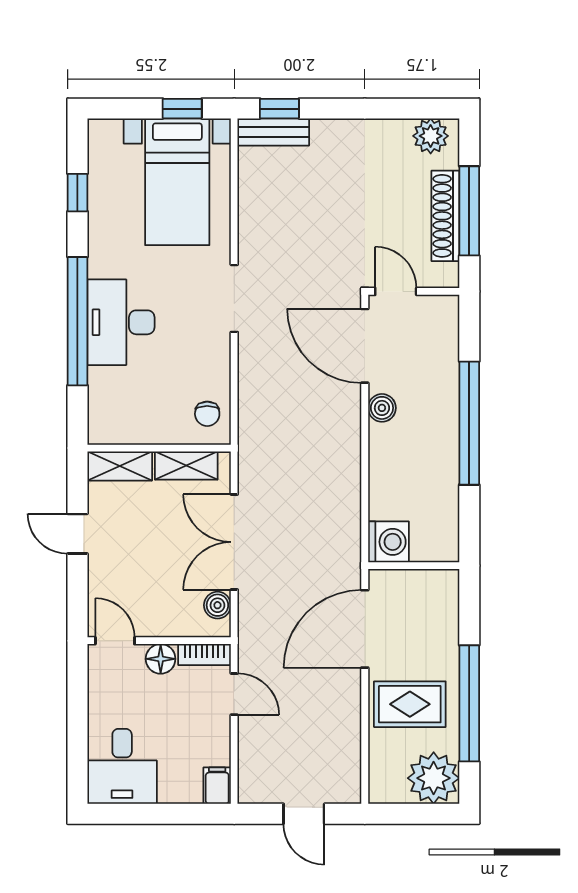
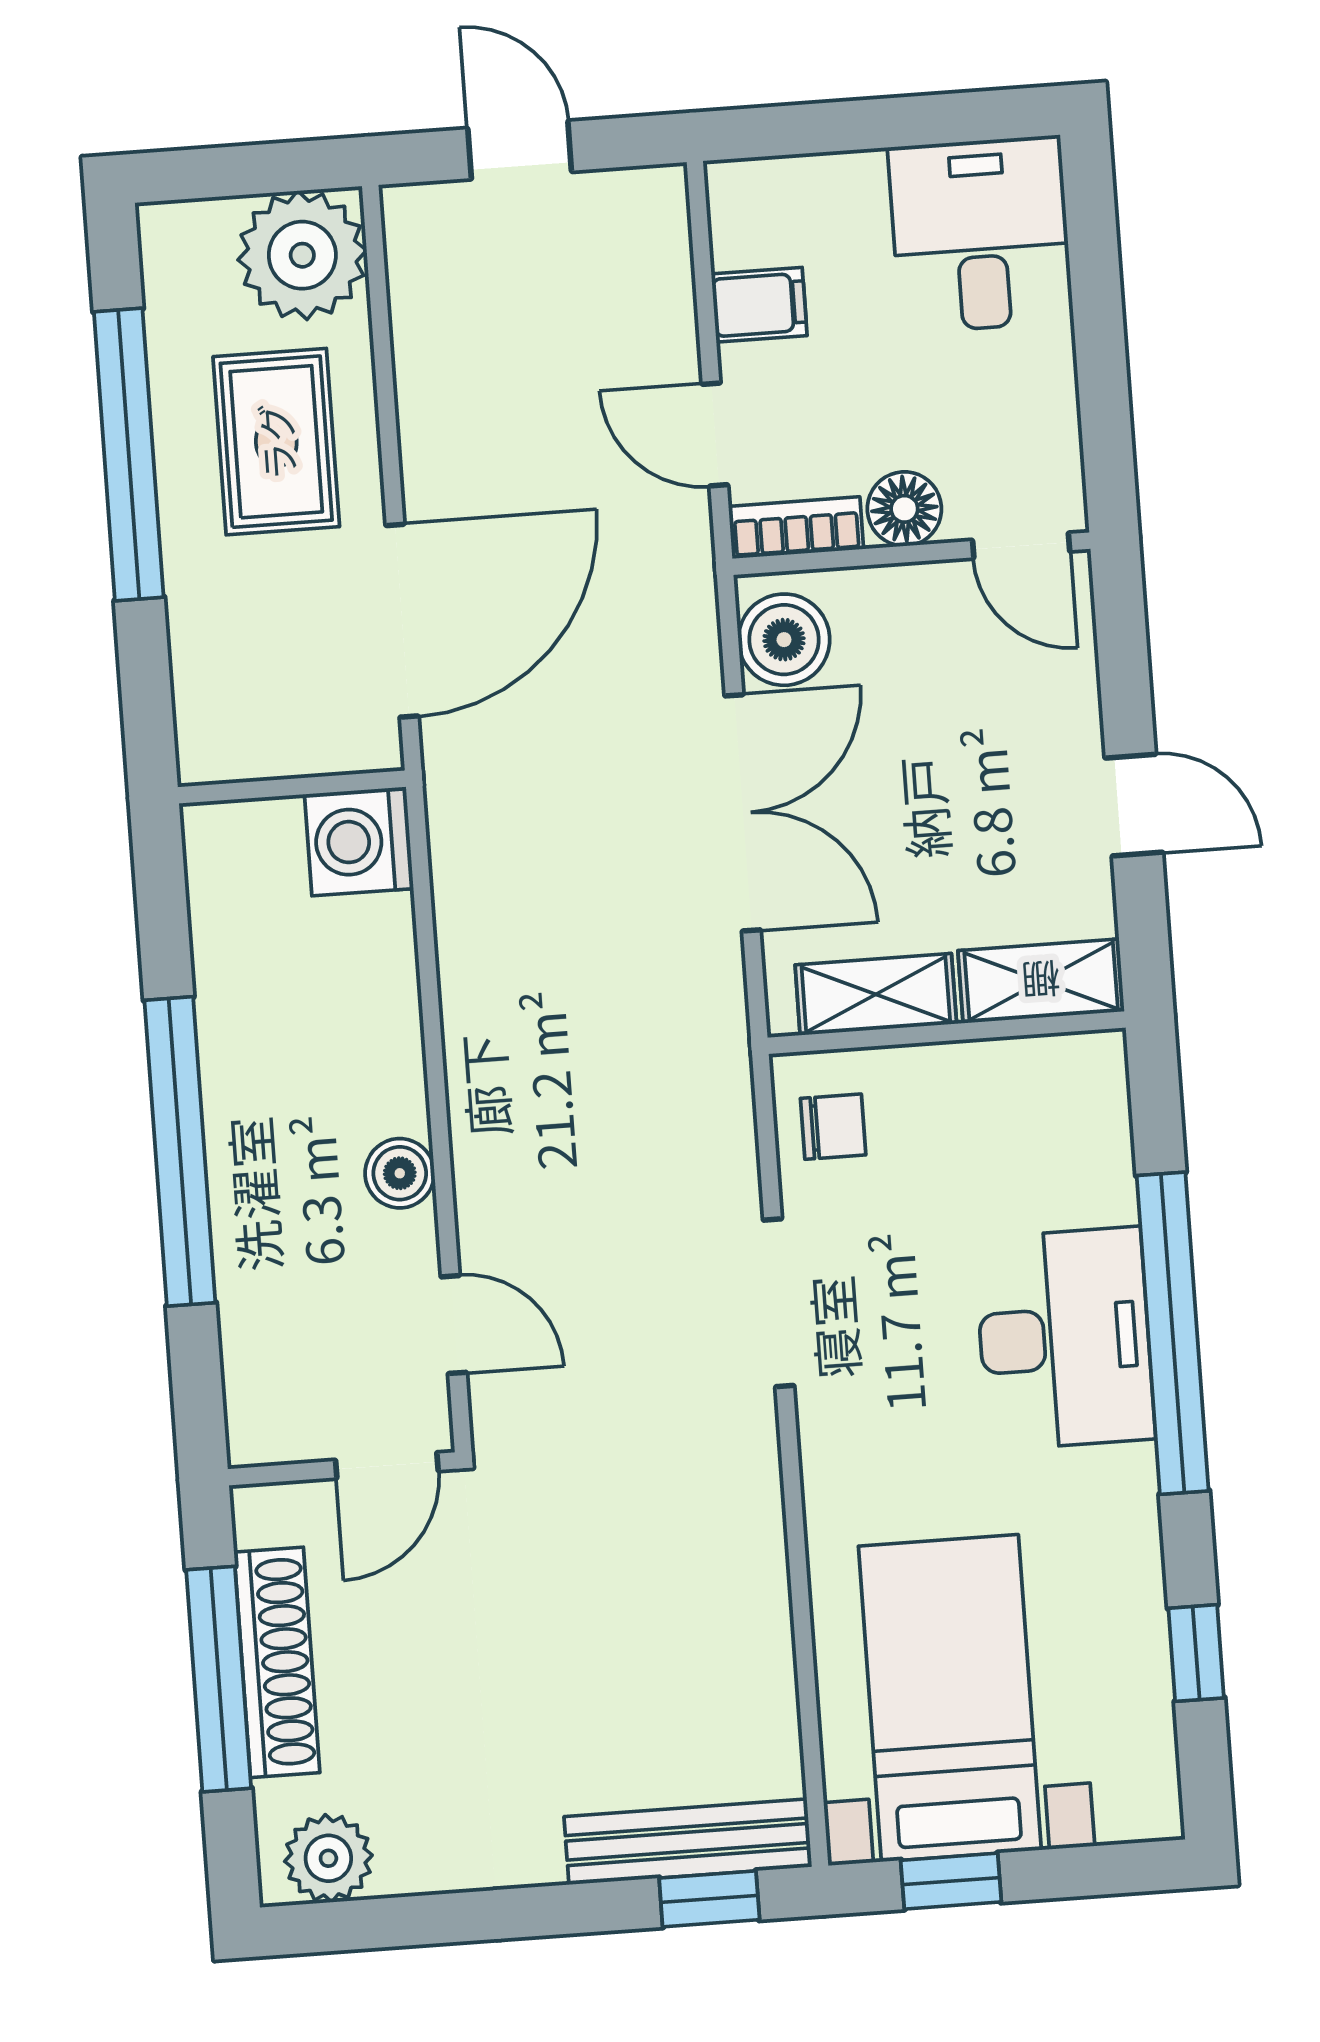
bench: (273, 132) -> (688, 1842), width x1.36
door: (396, 291) -> (387, 1466), hinge flipped
doorway: (234, 298) -> (779, 1303), moved
door: (365, 346) -> (454, 1325), width x0.53
chair: (207, 414) -> (833, 1127), turned 90
boiler: (217, 605) -> (784, 640), width x1.36, depth x1.36
rug: (410, 704) -> (276, 442), turned 90
plant: (434, 778) -> (302, 255), moved
filing cabinet: (217, 786) -> (759, 305), moved, turned -90

